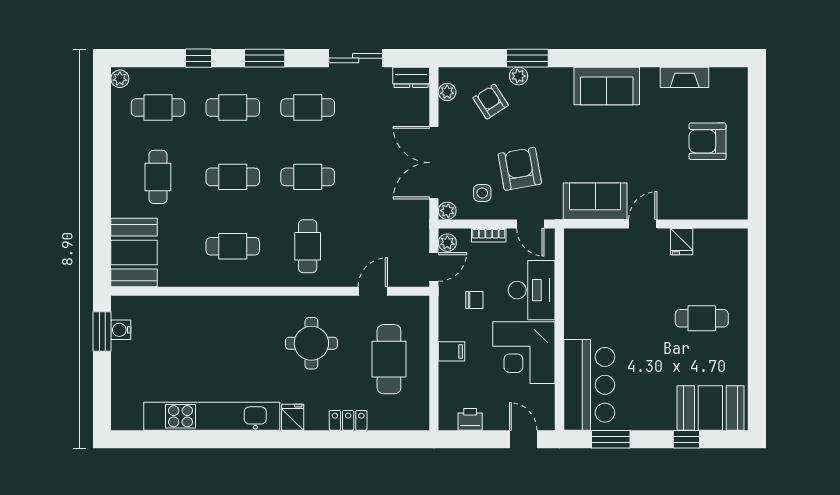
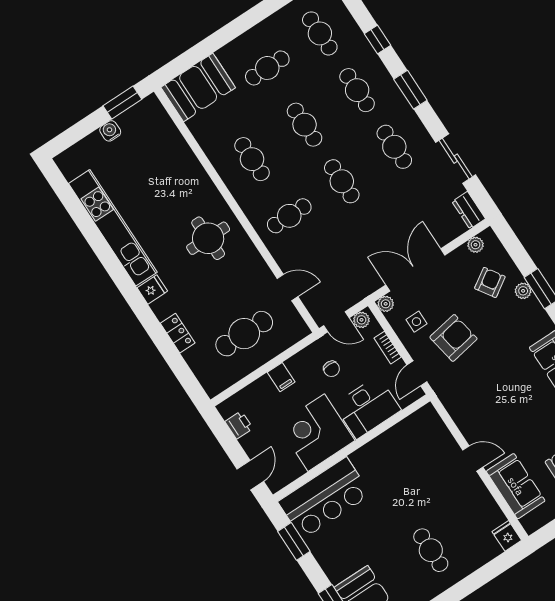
sofa: (595, 201) -> (516, 486), moved
fridge: (682, 242) -> (507, 536), moved, turned 90
water cooler: (121, 330) -> (110, 131), moved
round table: (311, 343) -> (208, 238), moved

